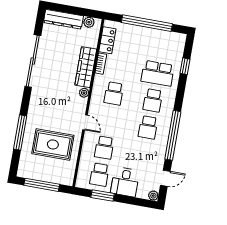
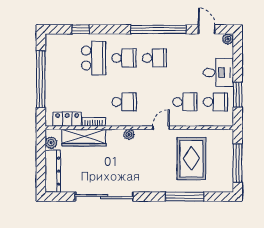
wardrobe: (86, 67) -> (84, 138), moved

